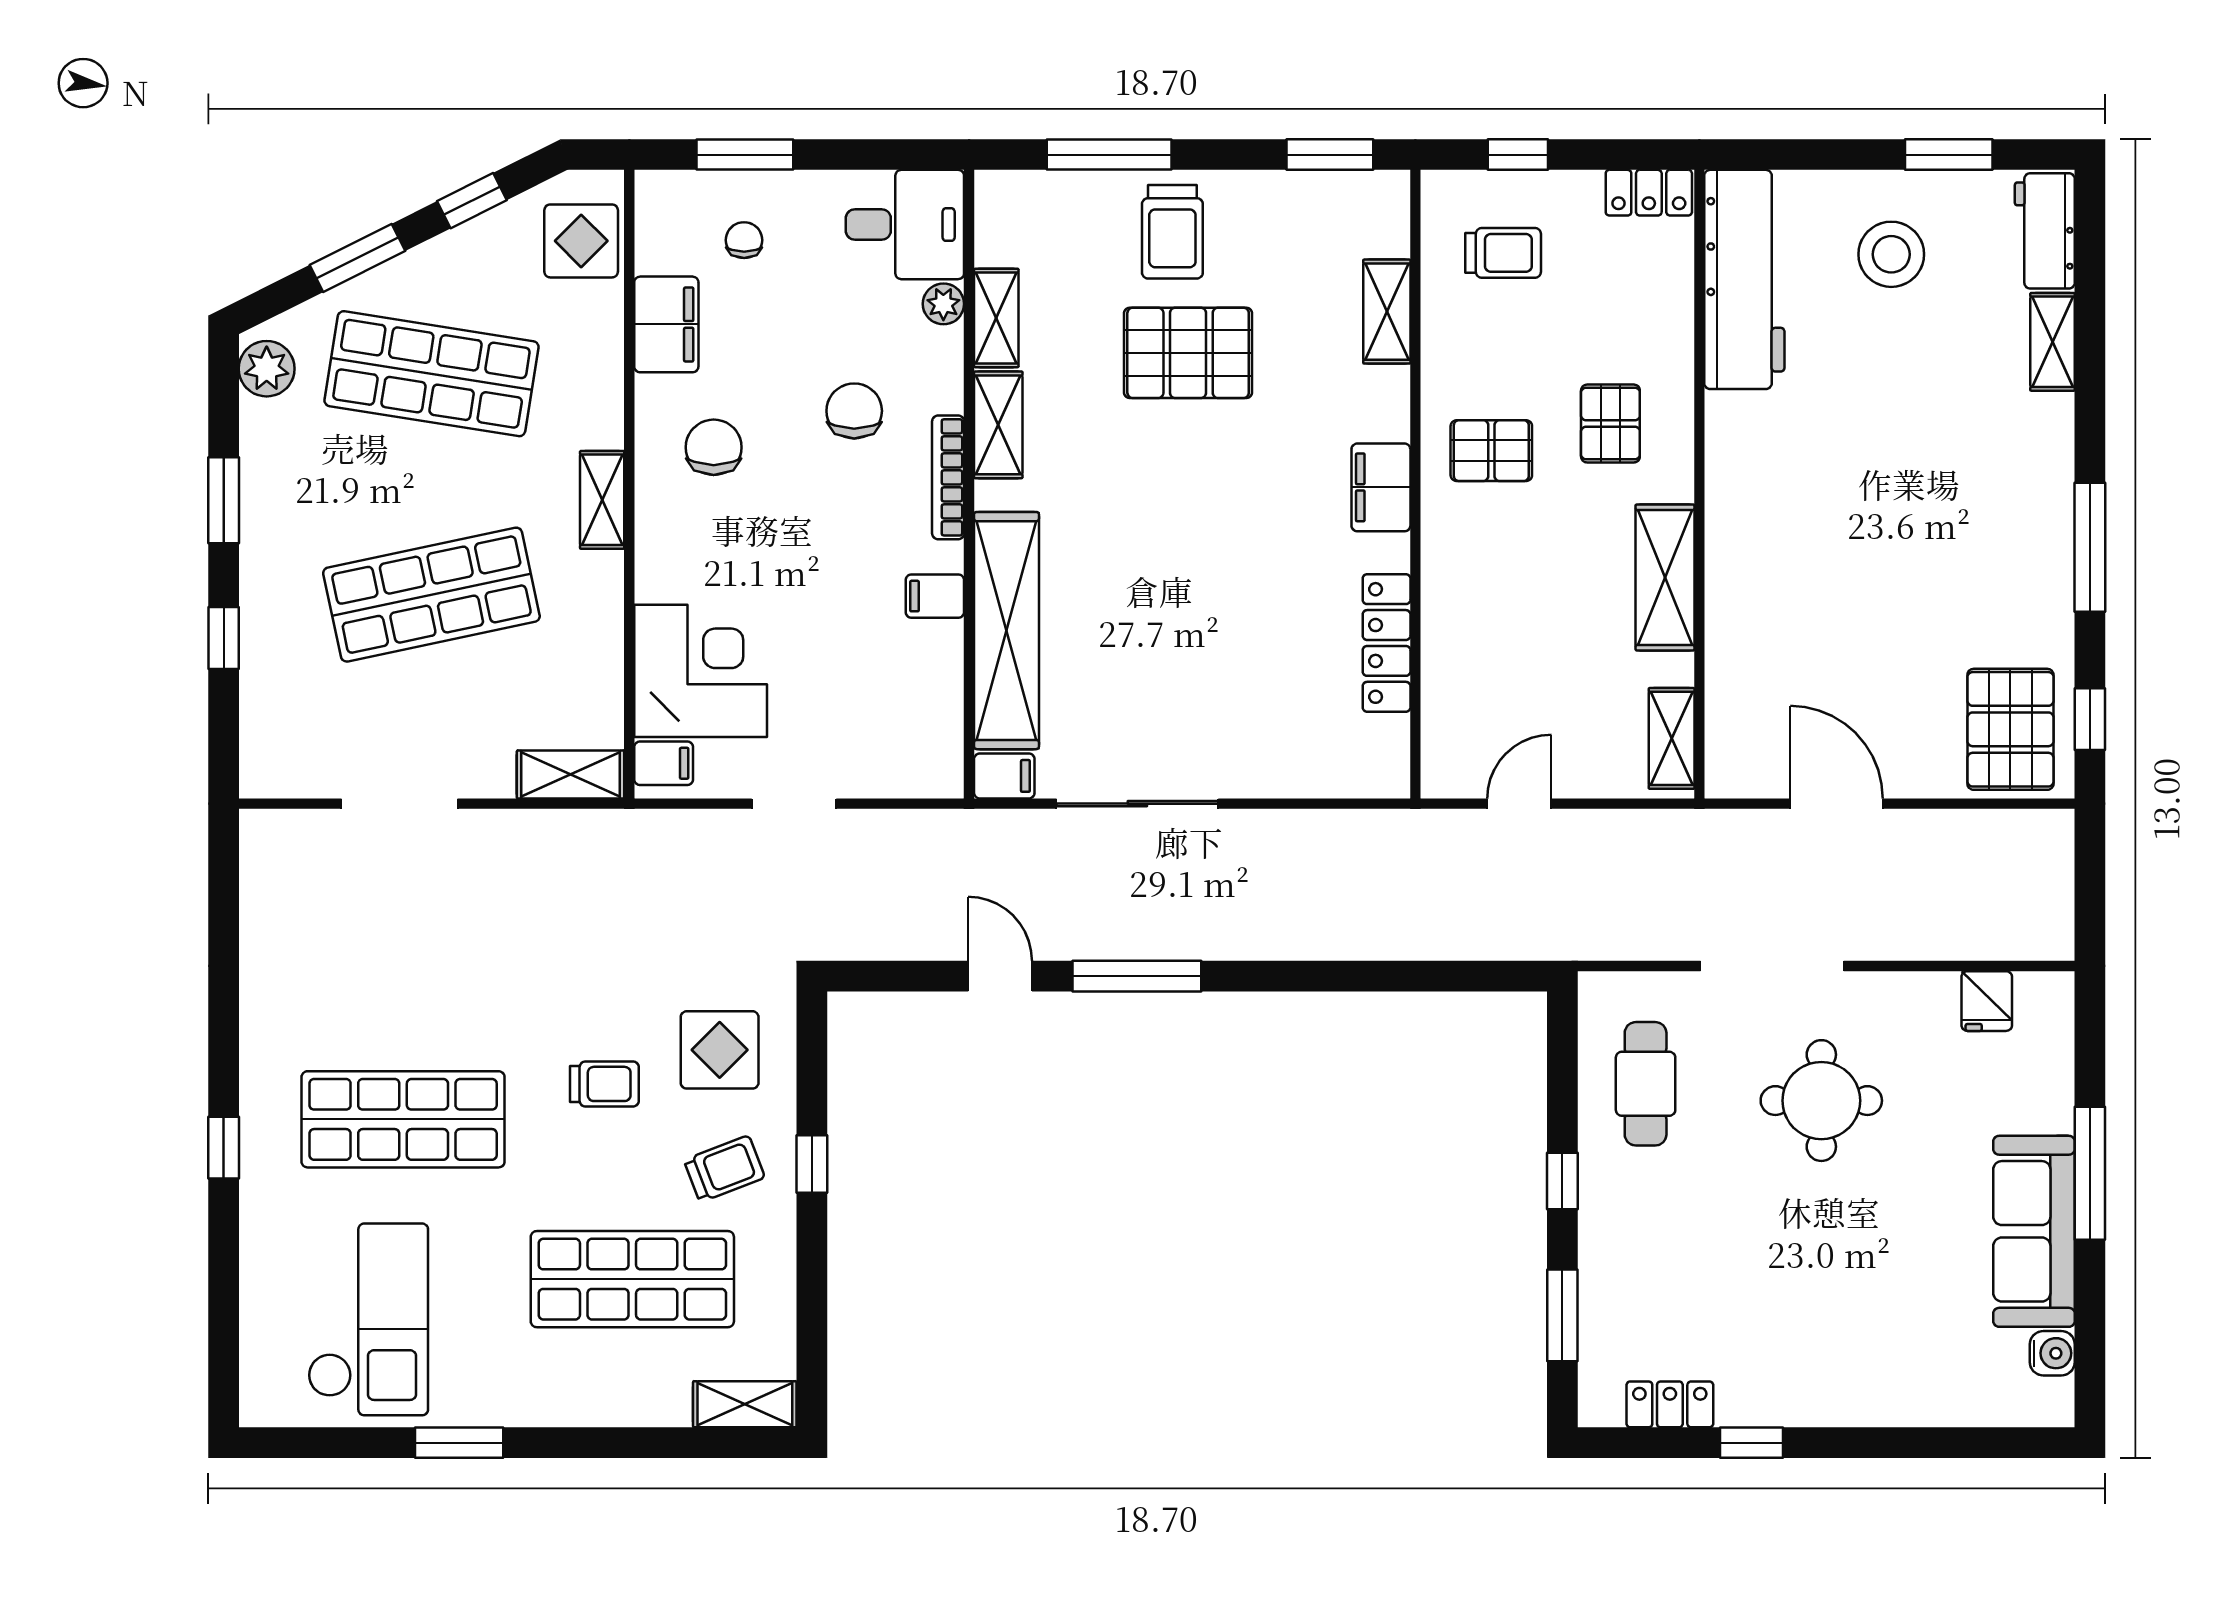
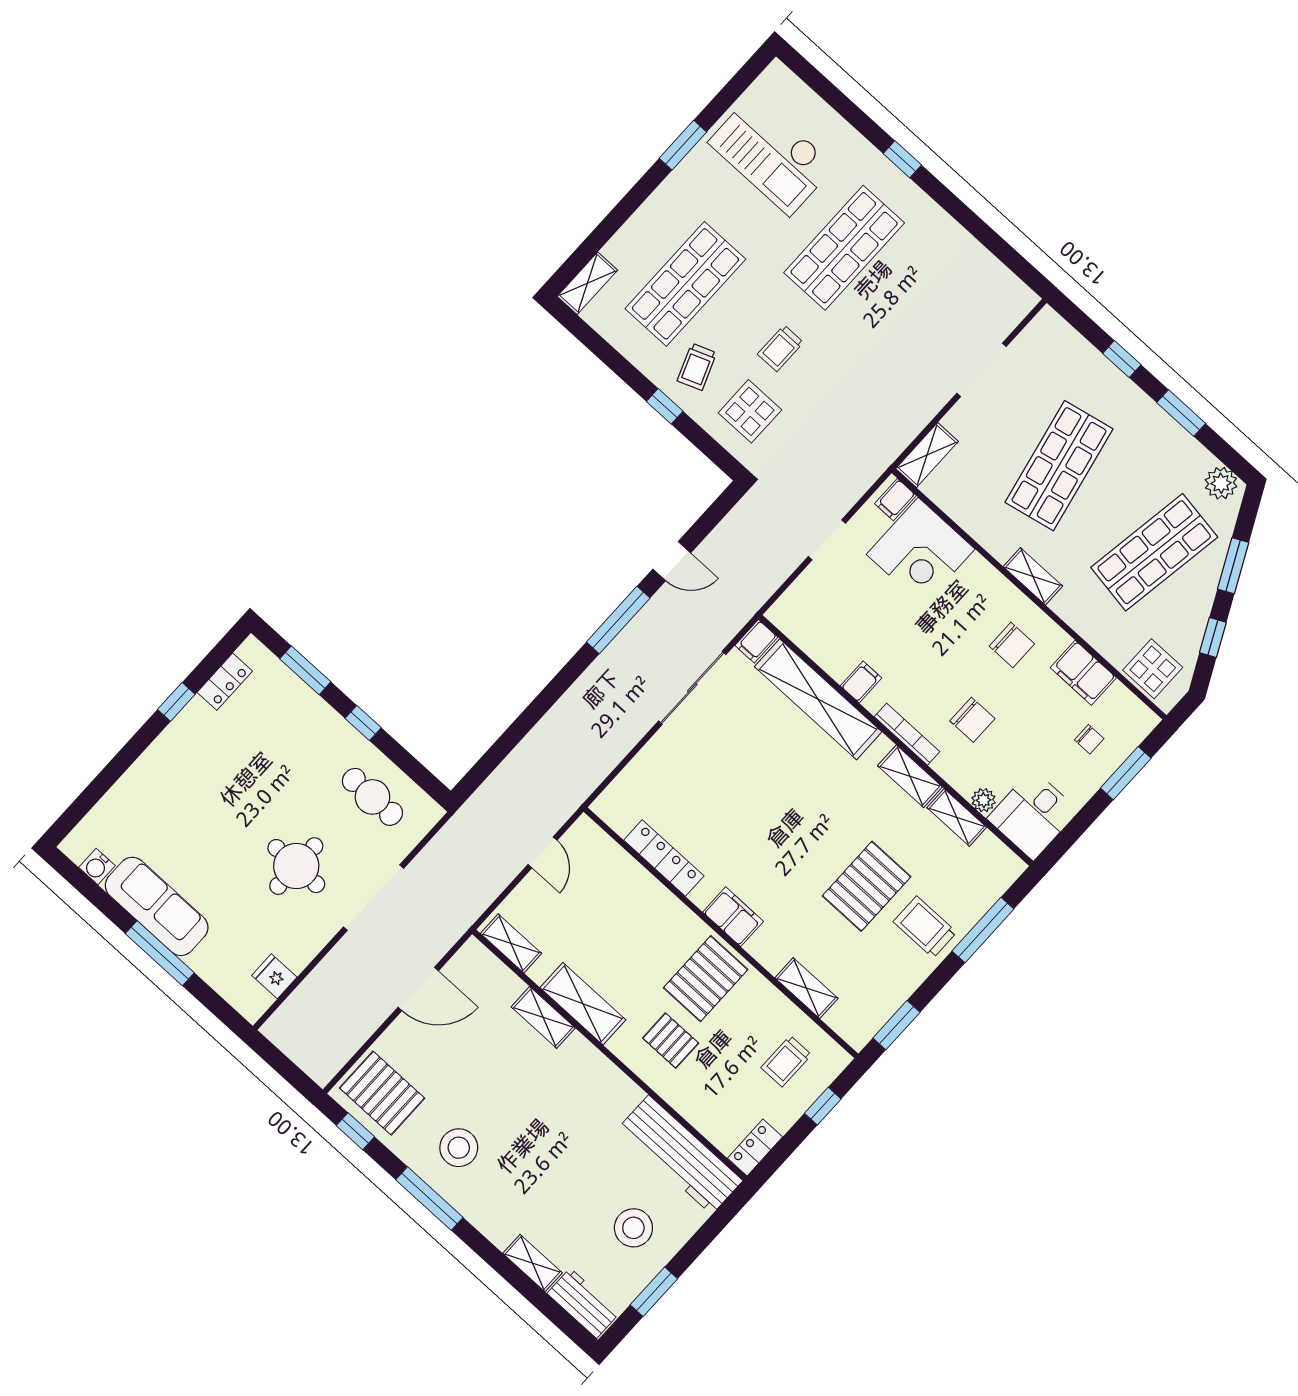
pallet: (1491, 451) -> (706, 979), width x1.50, depth x1.42
stool: (1991, 569) -> (459, 1148), added
shelving: (1728, 612) -> (543, 1017), added

